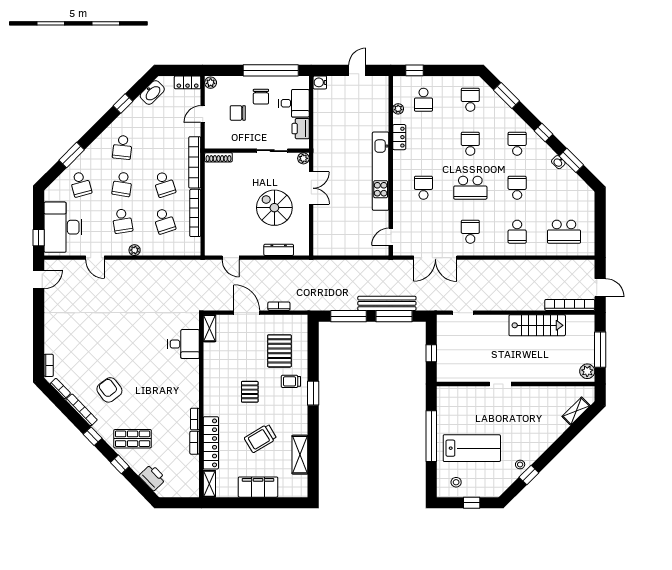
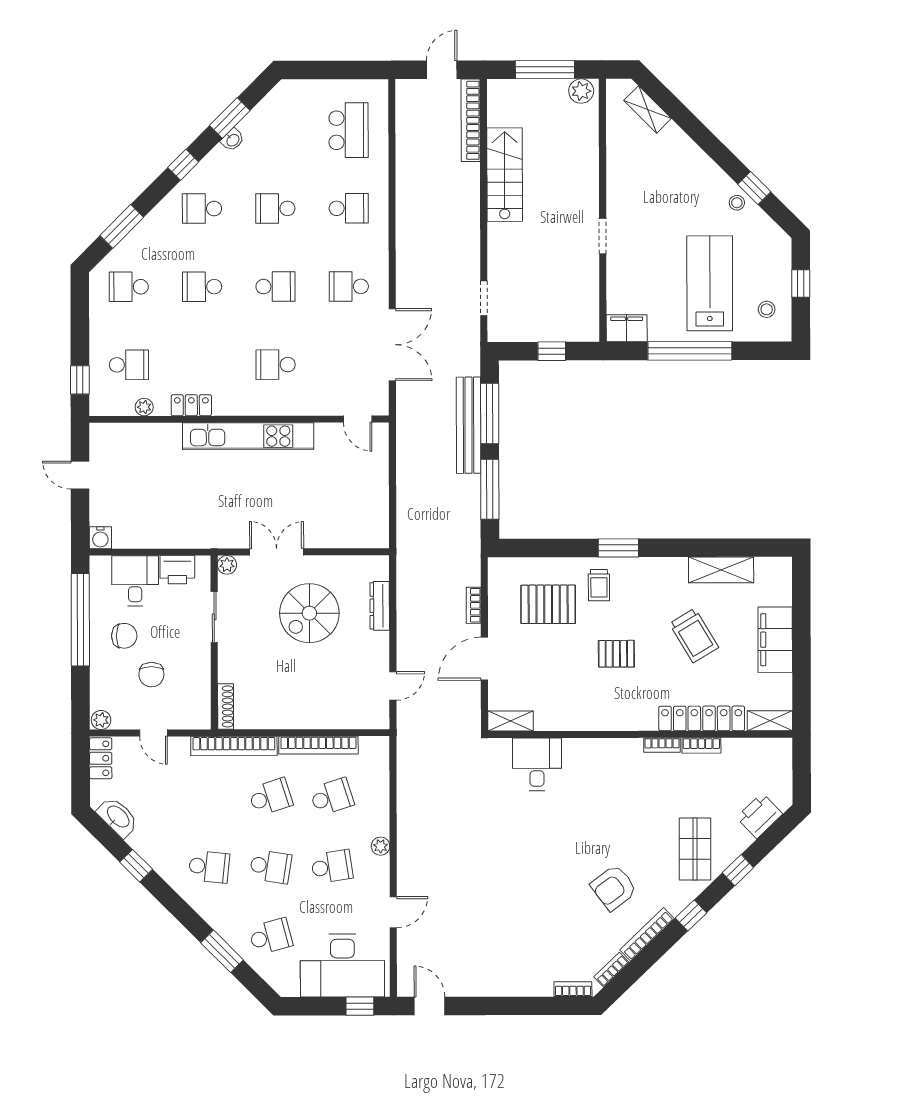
school desk: (470, 188) -> (275, 287), width x0.54
filing cabinet: (445, 398) -> (627, 328), added

